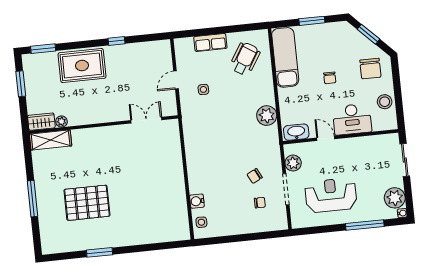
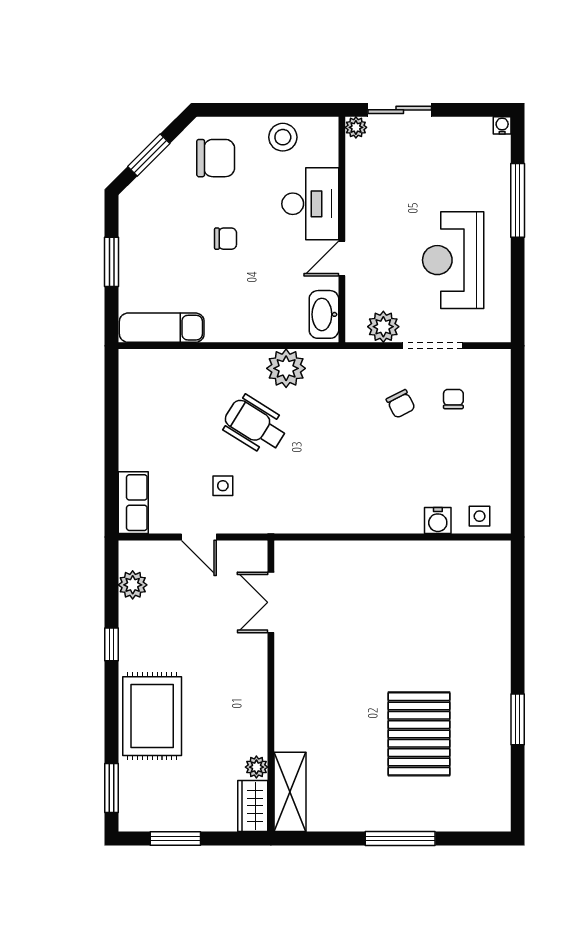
row of seats: (210, 42) -> (133, 503), moved
plant: (148, 49) -> (133, 585), added
exam couch: (285, 57) -> (162, 328), width x0.73, depth x0.69
wheelchair: (245, 59) -> (255, 425), moved
plant: (395, 198) -> (356, 127), moved, width x0.53, depth x0.53

